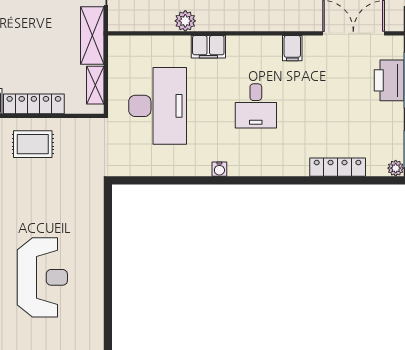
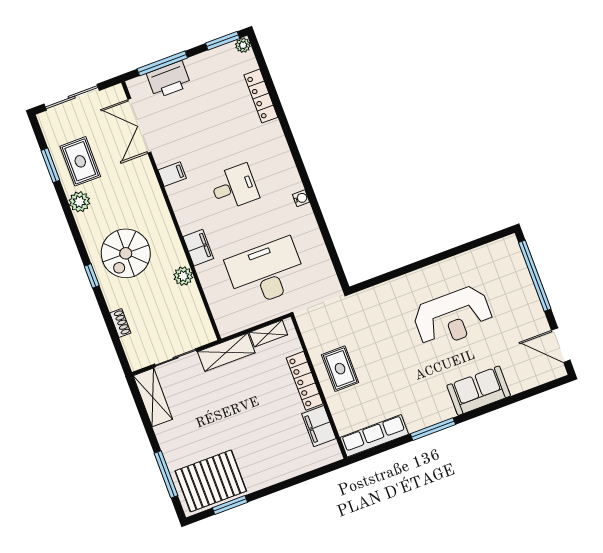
reception desk: (42, 277) -> (453, 317), turned 180

